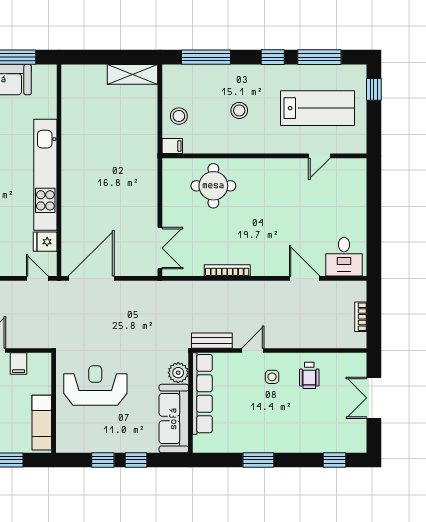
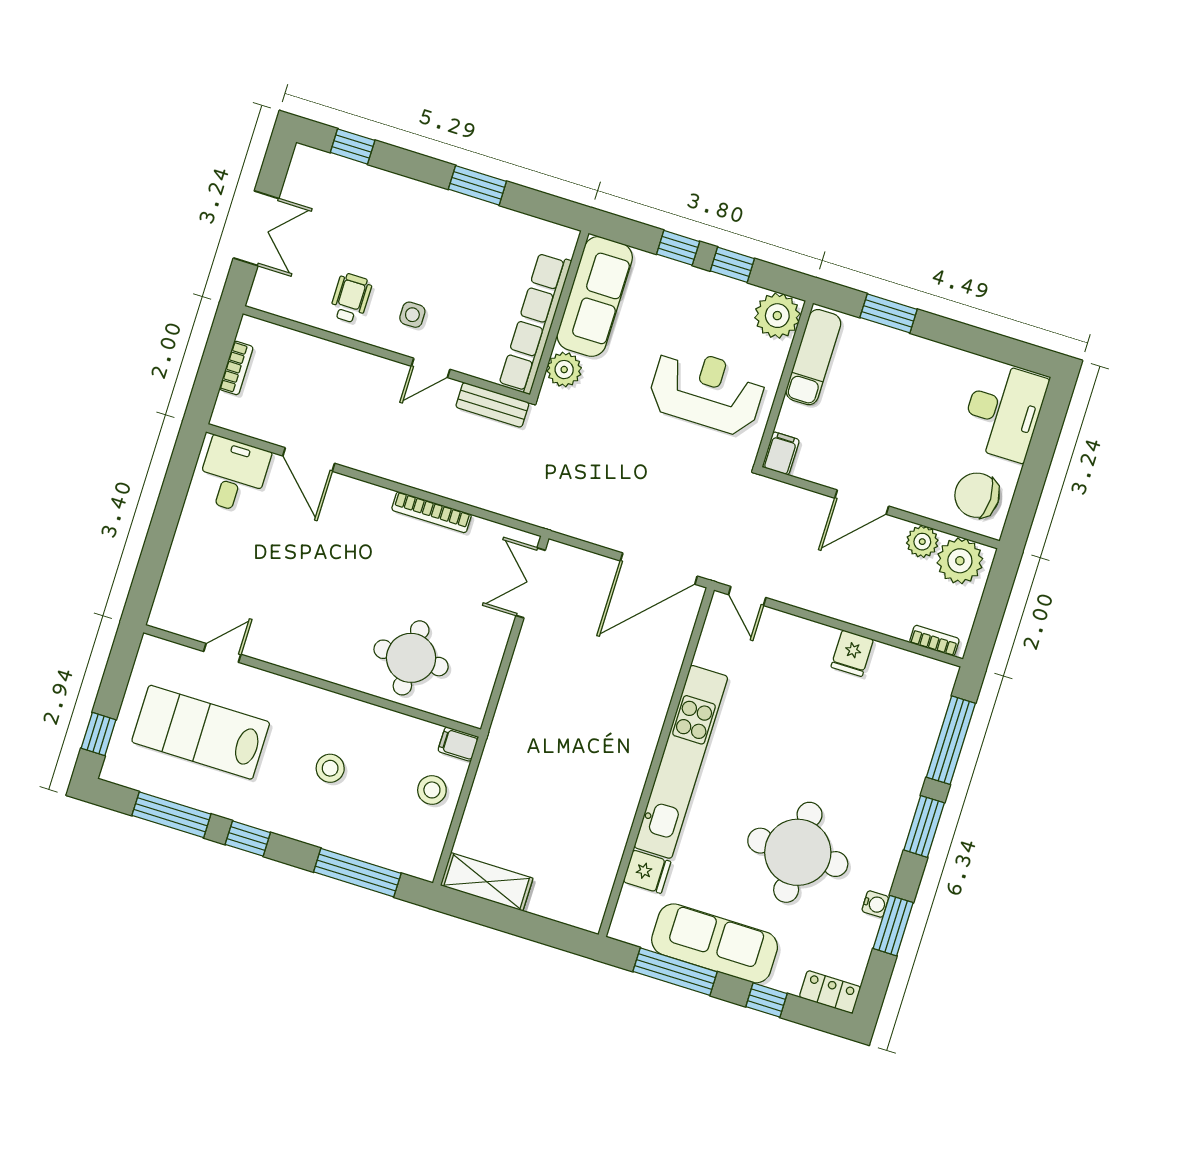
fridge: (45, 242) -> (647, 872), moved
filing cabinet: (19, 364) -> (781, 453), moved
reception desk: (95, 386) -> (707, 391), turned 180
plant: (69, 440) -> (777, 316), added

